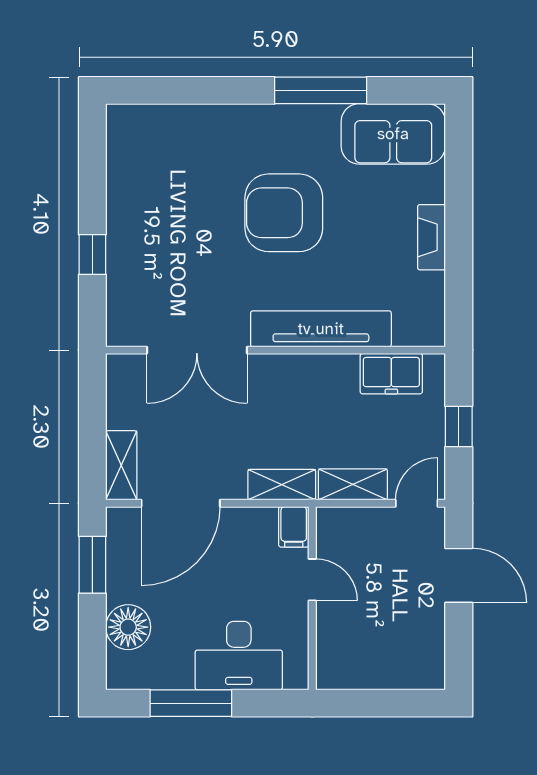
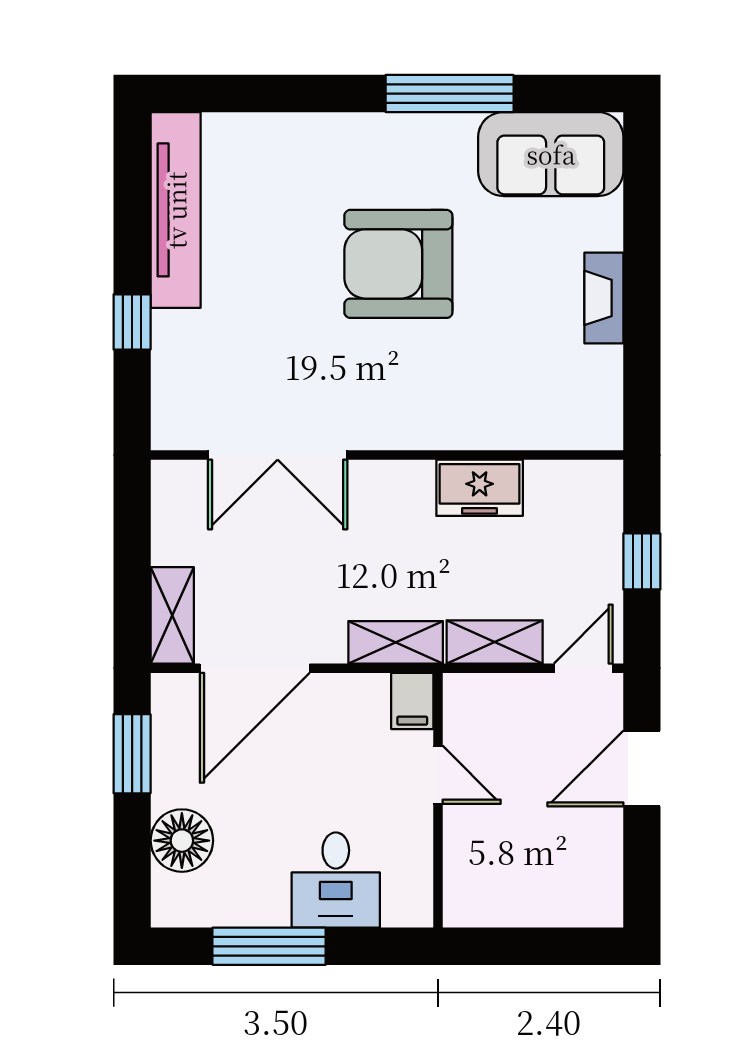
tv unit: (321, 329) -> (176, 210), moved, turned 90
freezer: (391, 374) -> (480, 488), moved
door: (459, 575) -> (642, 769), swing flipped
desk: (239, 656) -> (336, 880), width x0.73

